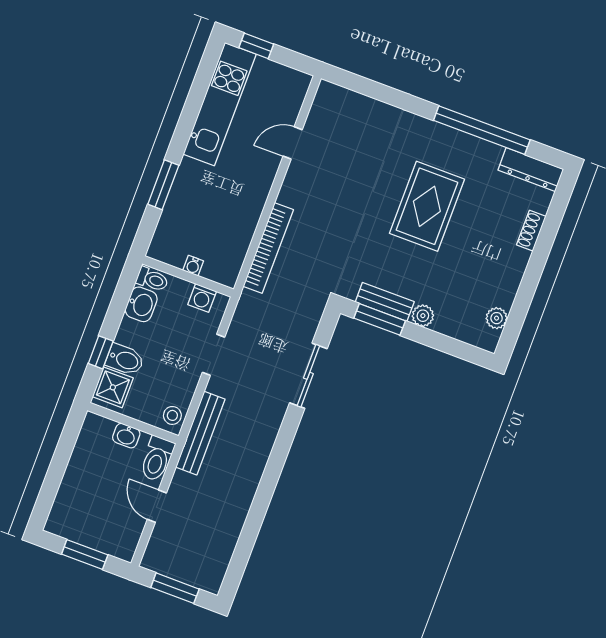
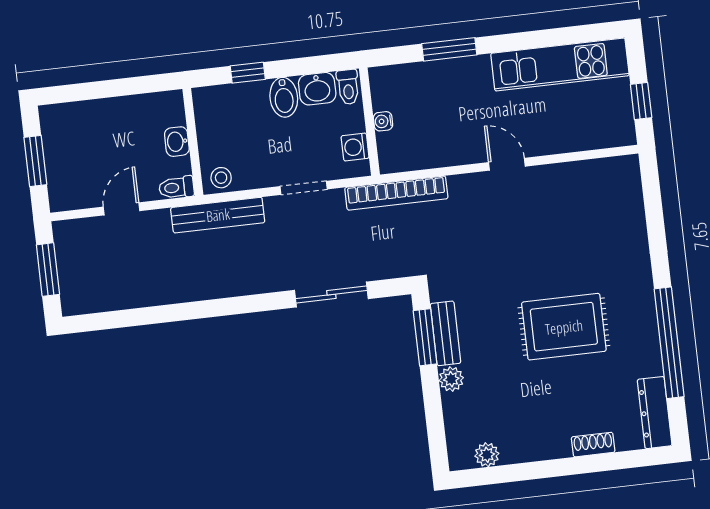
window: (256, 46) -> (641, 101), moved
door: (293, 143) -> (507, 164), moved
bookcase: (268, 248) -> (396, 193), moved
bidet: (125, 360) -> (284, 97), moved
shower: (113, 387) -> (219, 103), removed
toilet: (157, 459) -> (176, 187), width x0.73, depth x0.72

